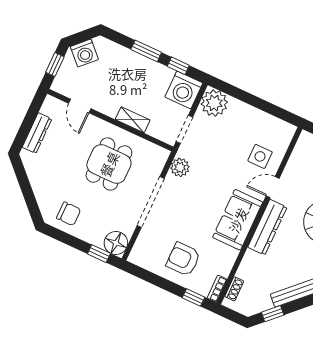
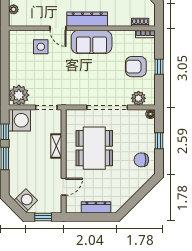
dining table: (109, 164) -> (94, 148), width x1.37
plant: (180, 167) -> (138, 98), moved
chair: (69, 214) -> (141, 160), turned -90
floor lamp: (116, 243) -> (150, 114), width x0.53, depth x0.53
window: (99, 254) -> (159, 141), moved
armchair: (183, 259) -> (136, 67), turned 90
window: (193, 297) -> (159, 67), moved

